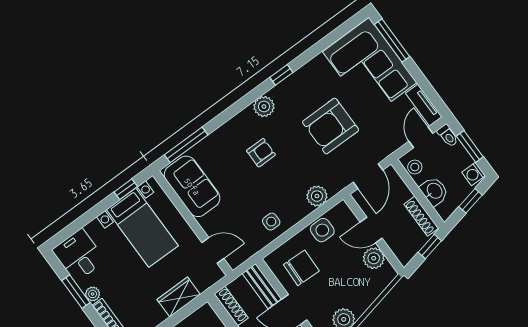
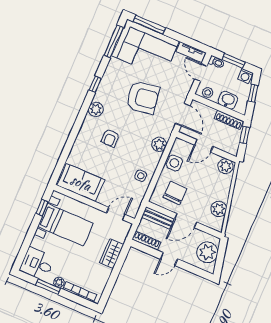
armchair: (331, 126) -> (143, 98), turned -99
window: (186, 145) -> (114, 42), moved
armchair: (261, 153) -> (110, 138), turned 180
plant: (374, 258) -> (225, 166), moved

